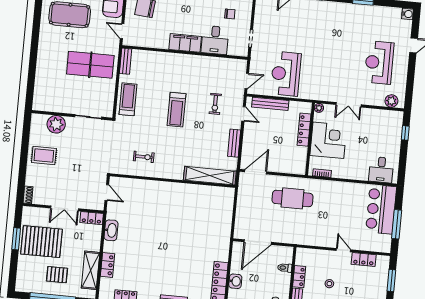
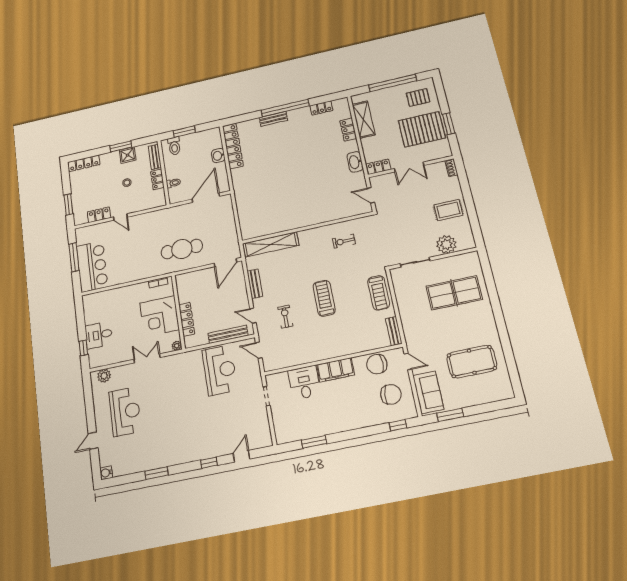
chair: (230, 14) -> (377, 364), moved, width x1.87, depth x1.87
table tennis table: (90, 65) -> (454, 293), moved
door: (247, 81) -> (259, 350), hinge flipped
desk: (381, 170) -> (99, 335), moved, turned -90
double door: (65, 208) -> (409, 167), swing flipped
pallet: (57, 275) -> (418, 98), moved

